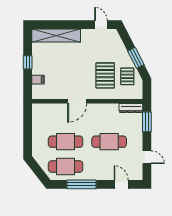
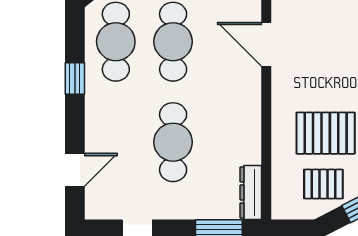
door: (77, 101) -> (266, 44), moved
window: (82, 184) -> (75, 79), width x0.46

